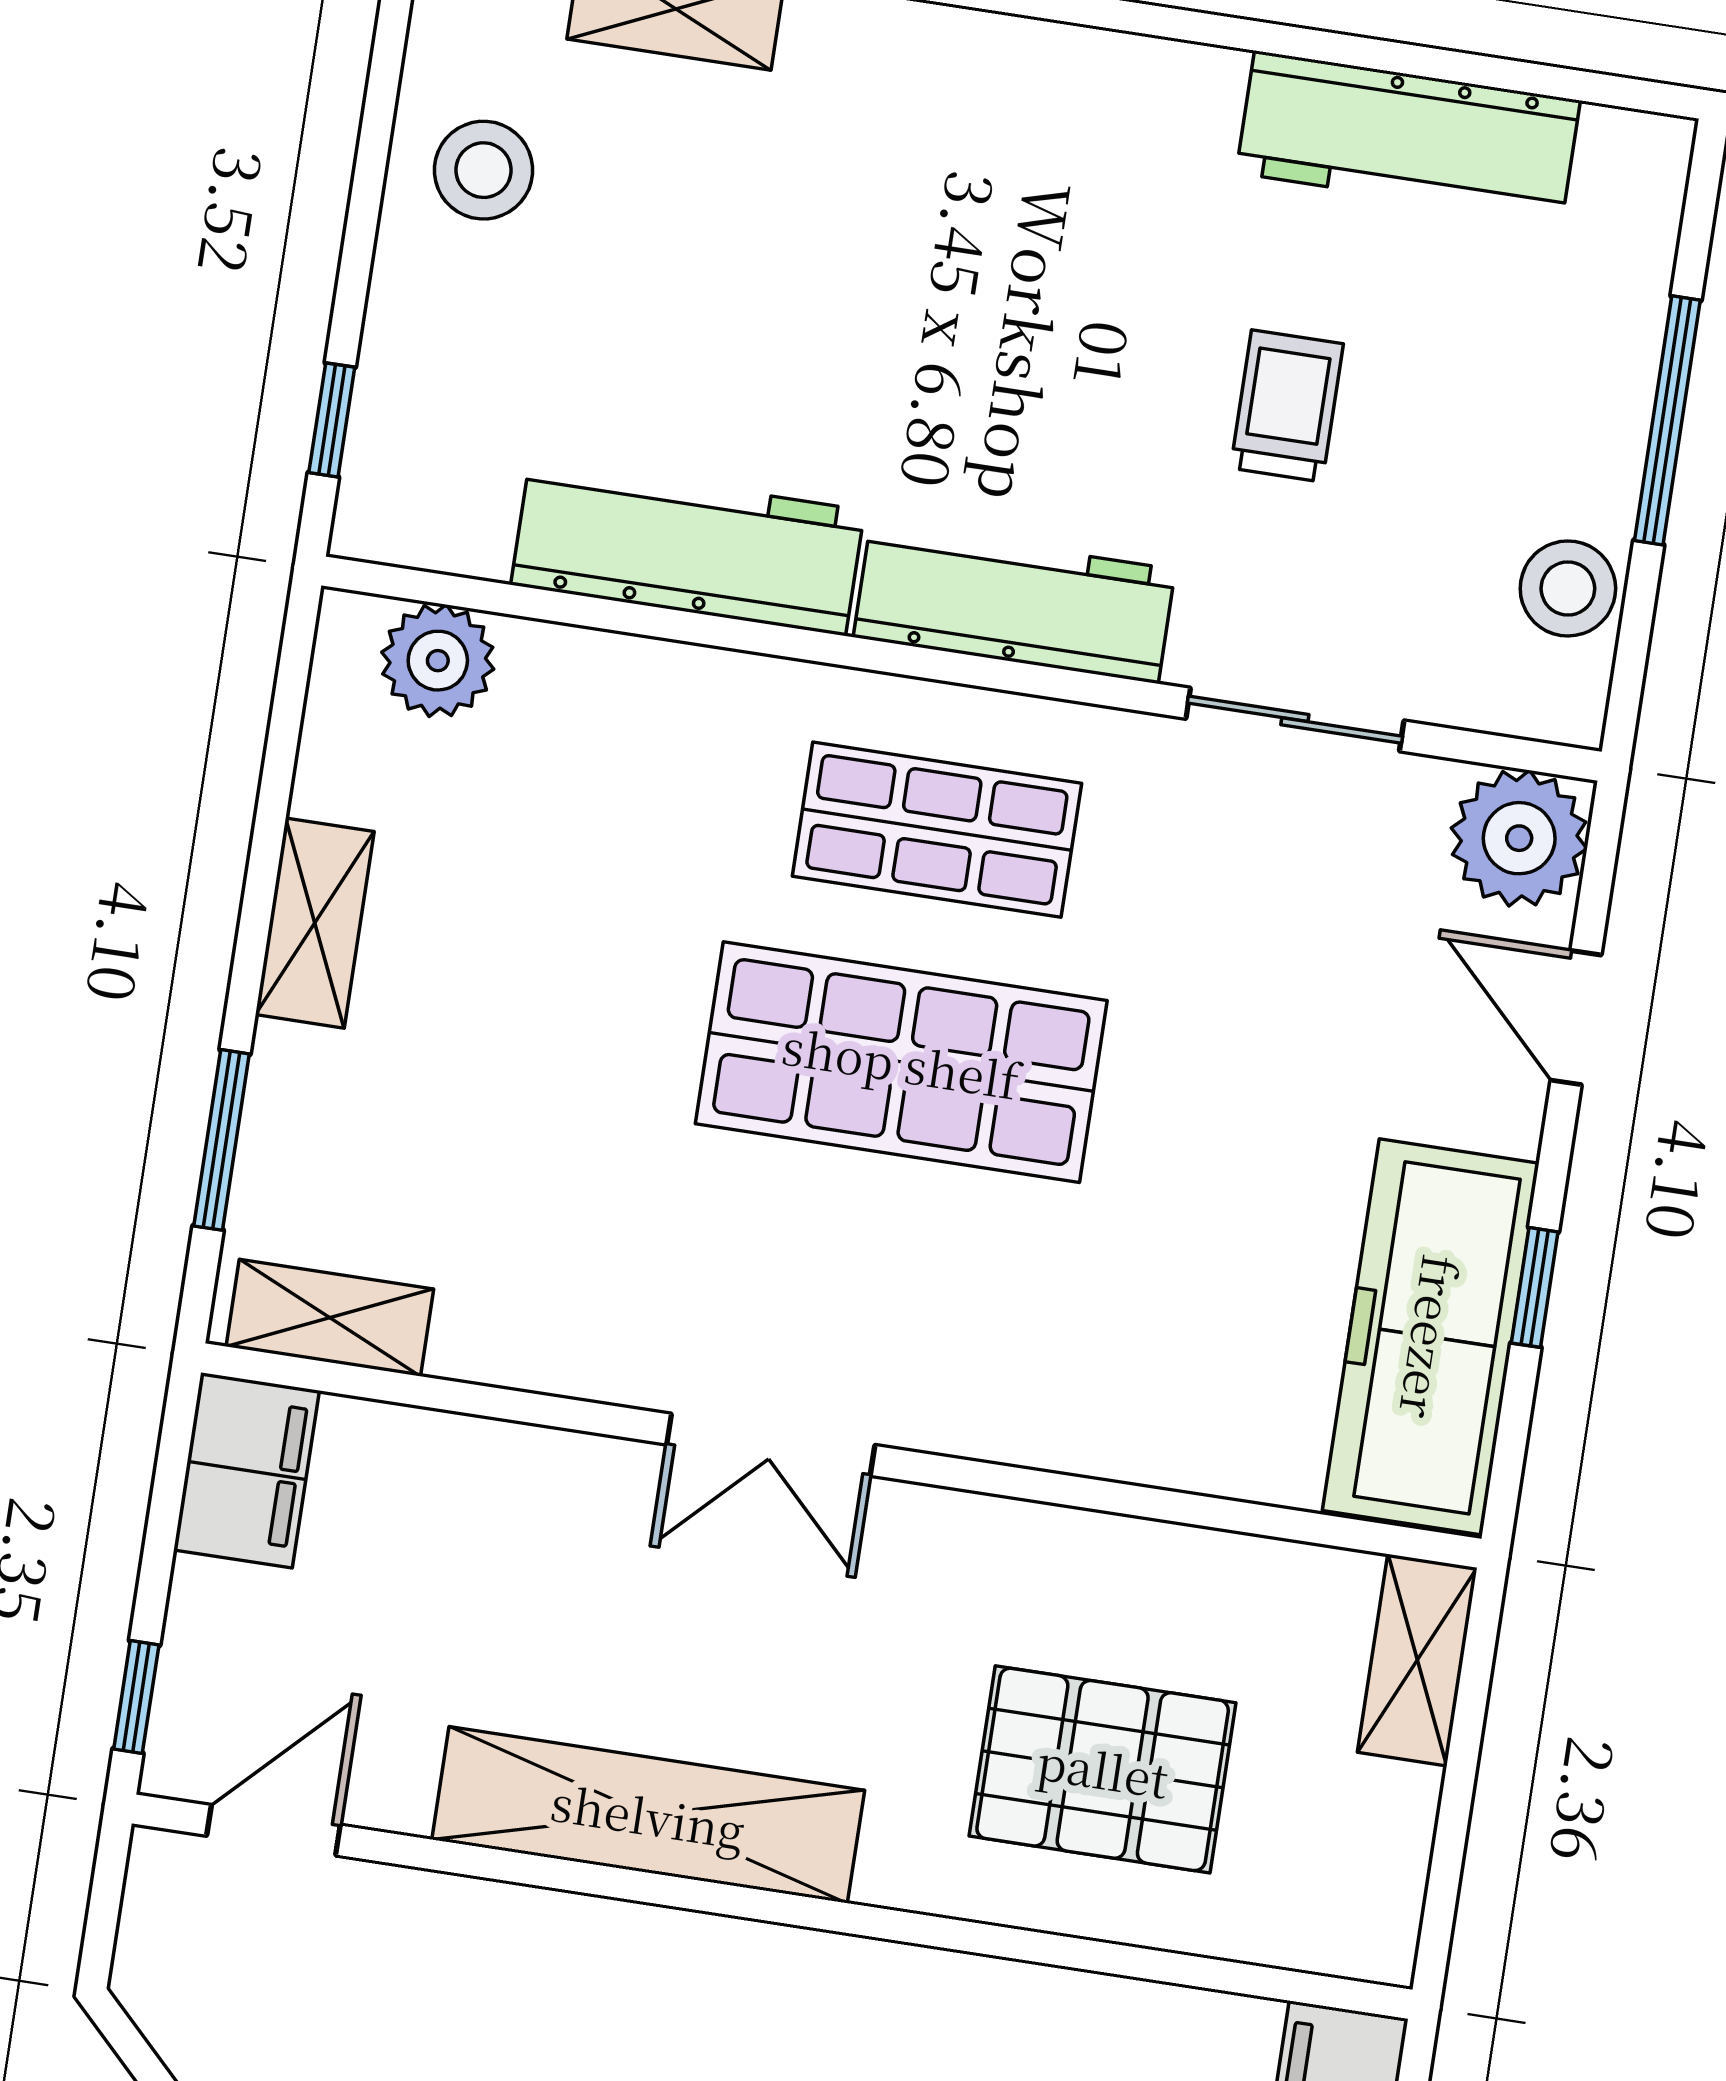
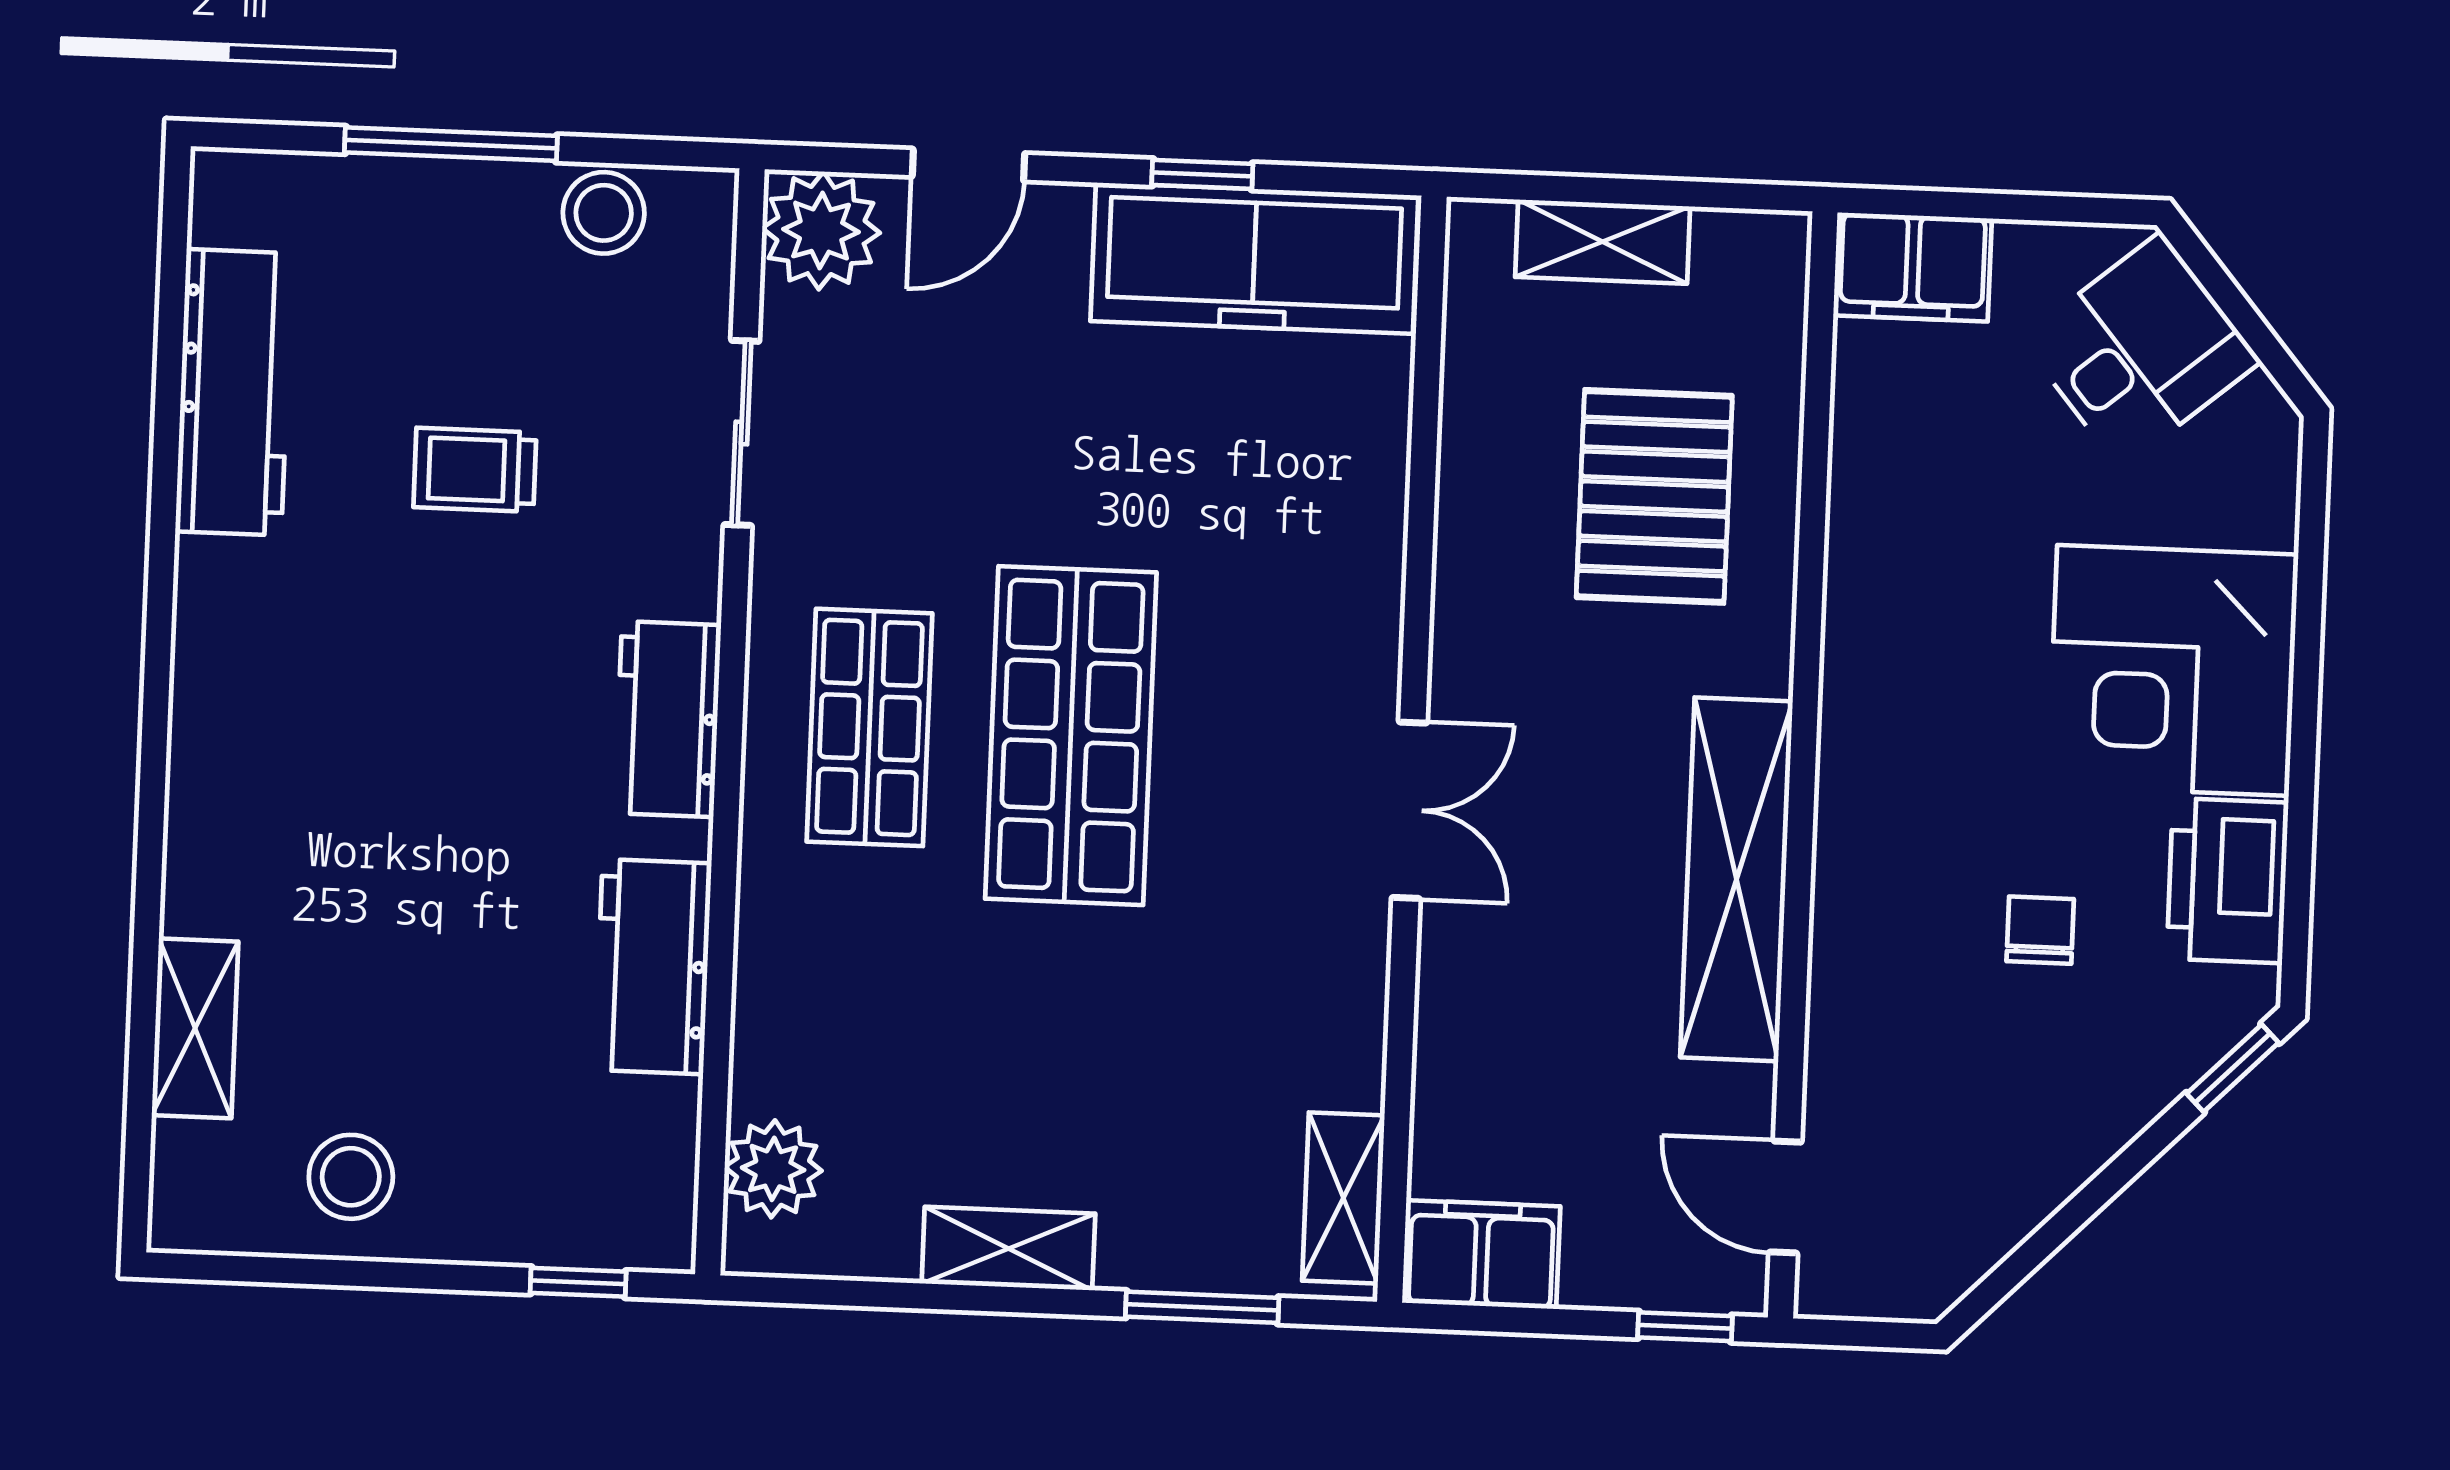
workbench: (688, 548) -> (653, 967), width x0.73
workbench: (1014, 603) -> (668, 719), width x0.73
shelving: (1417, 1660) -> (1603, 242), moved

